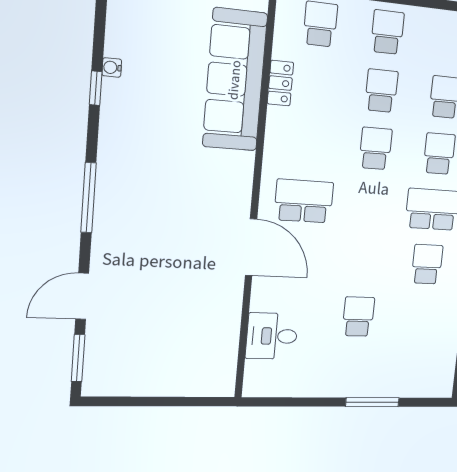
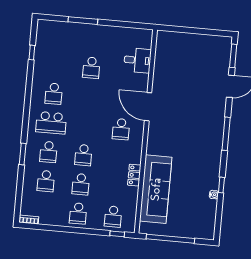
locker: (280, 83) -> (134, 175), moved
school desk: (304, 201) -> (121, 129), width x0.54

